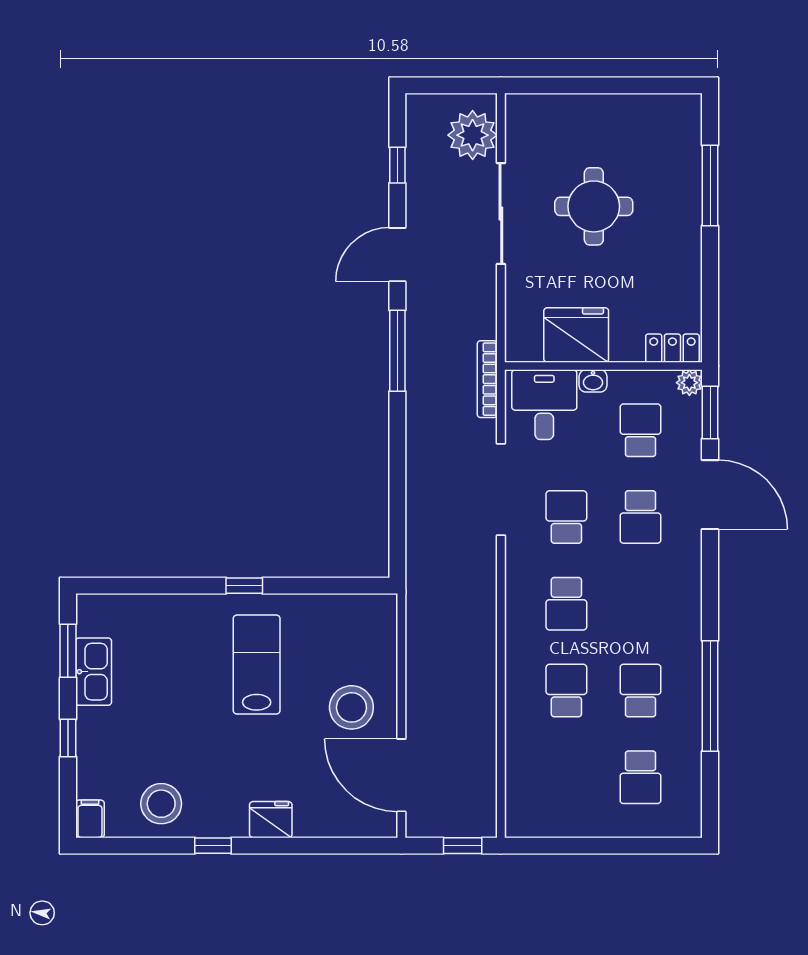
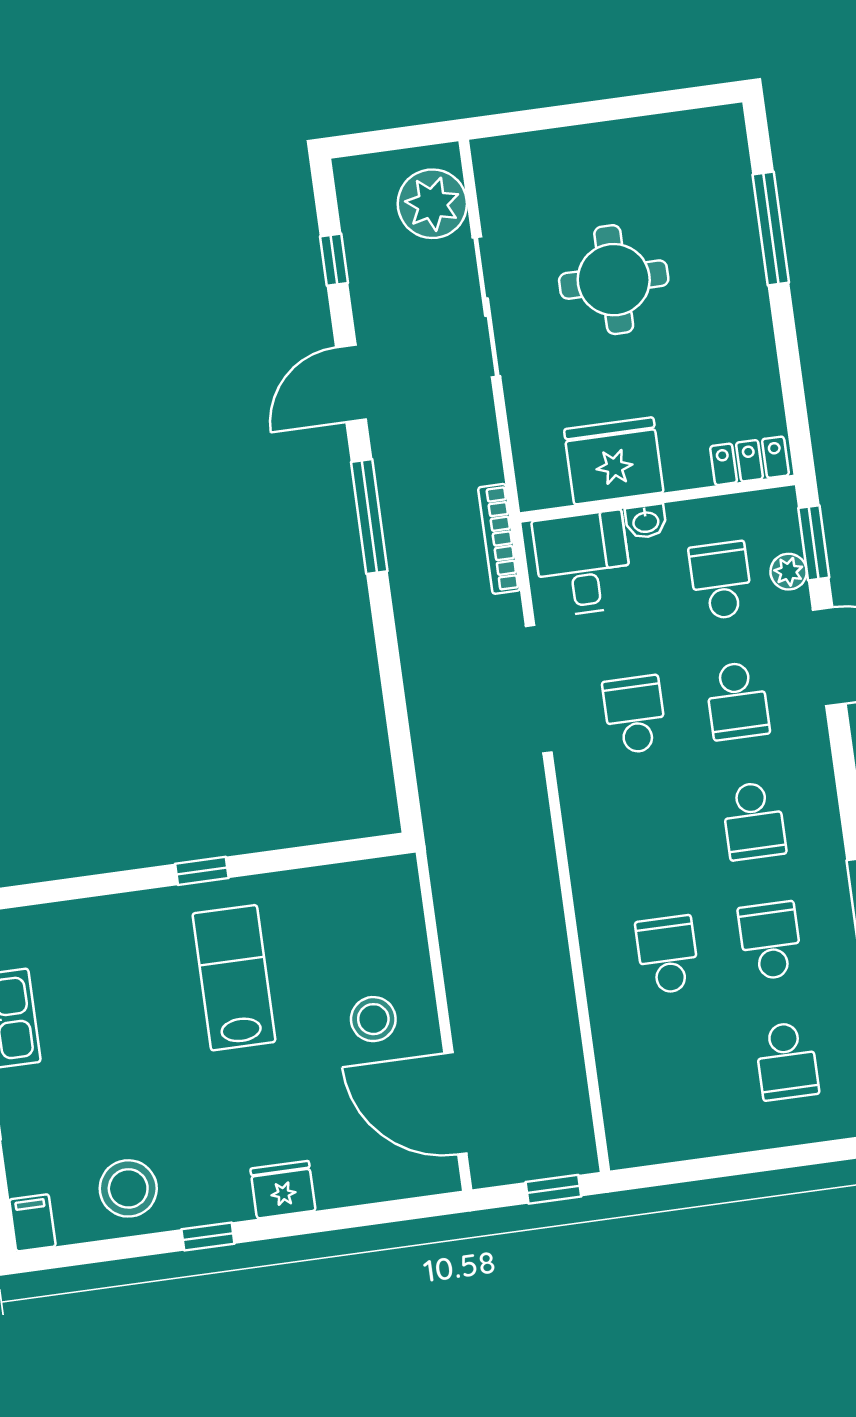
plant: (689, 383) -> (789, 572), moved
school desk: (566, 604) -> (754, 821), moved
stool: (351, 707) -> (373, 1019), width x0.73, depth x0.73

